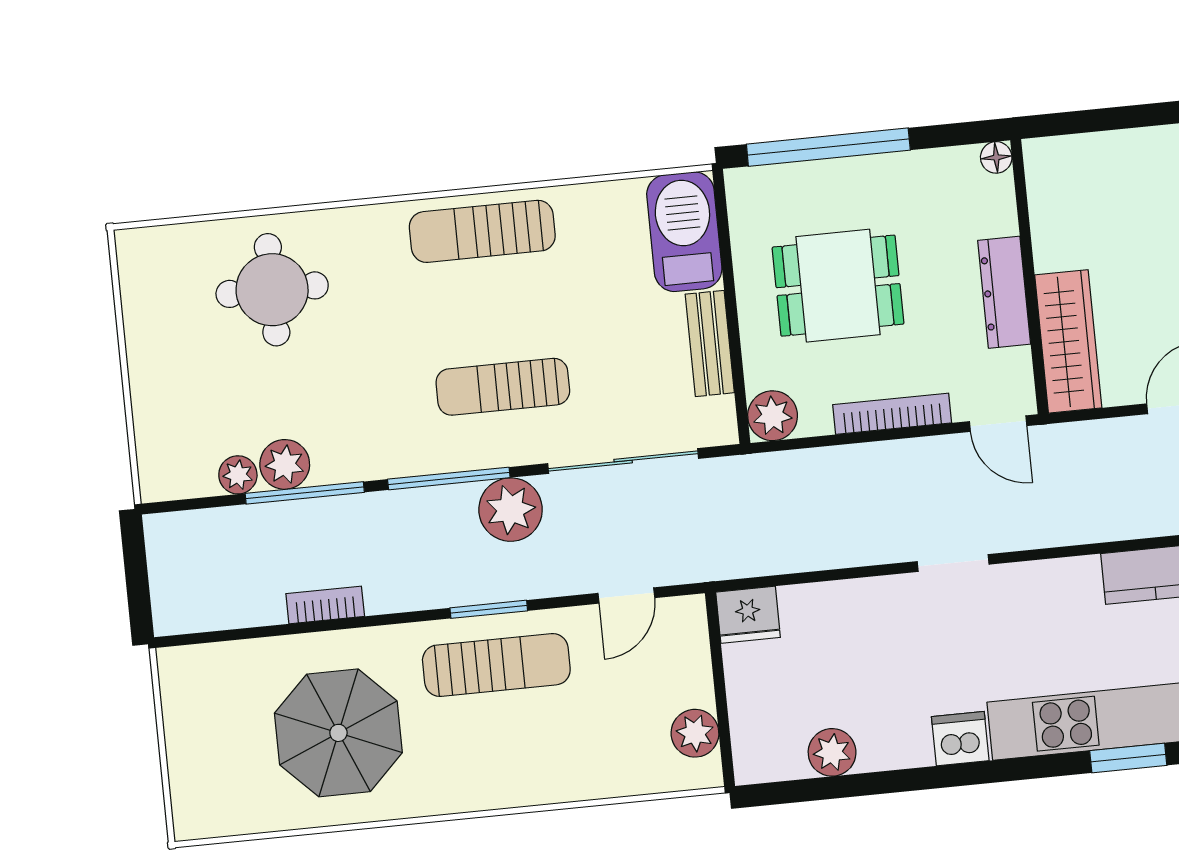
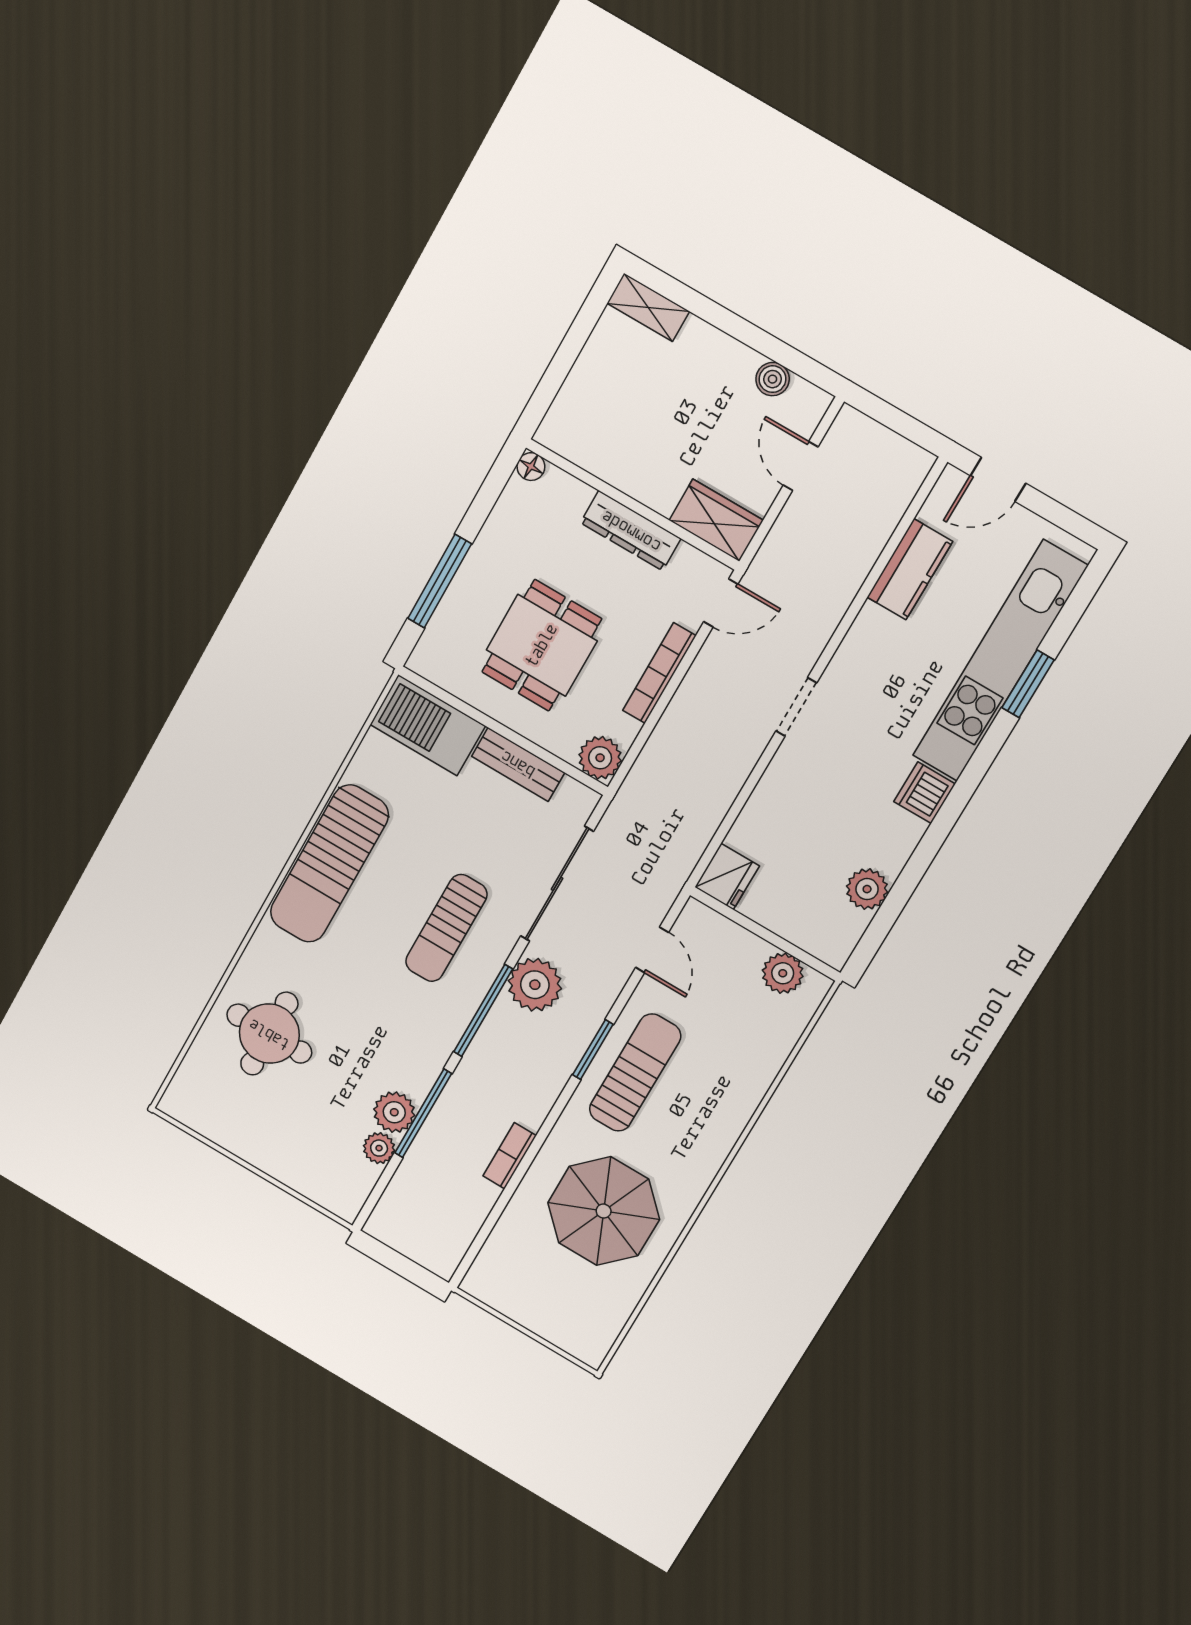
window: (828, 147) -> (440, 581), width x0.68
sun lounger: (482, 231) -> (329, 864), width x1.36, depth x1.34
wardrobe: (1068, 341) -> (716, 520), width x0.67

